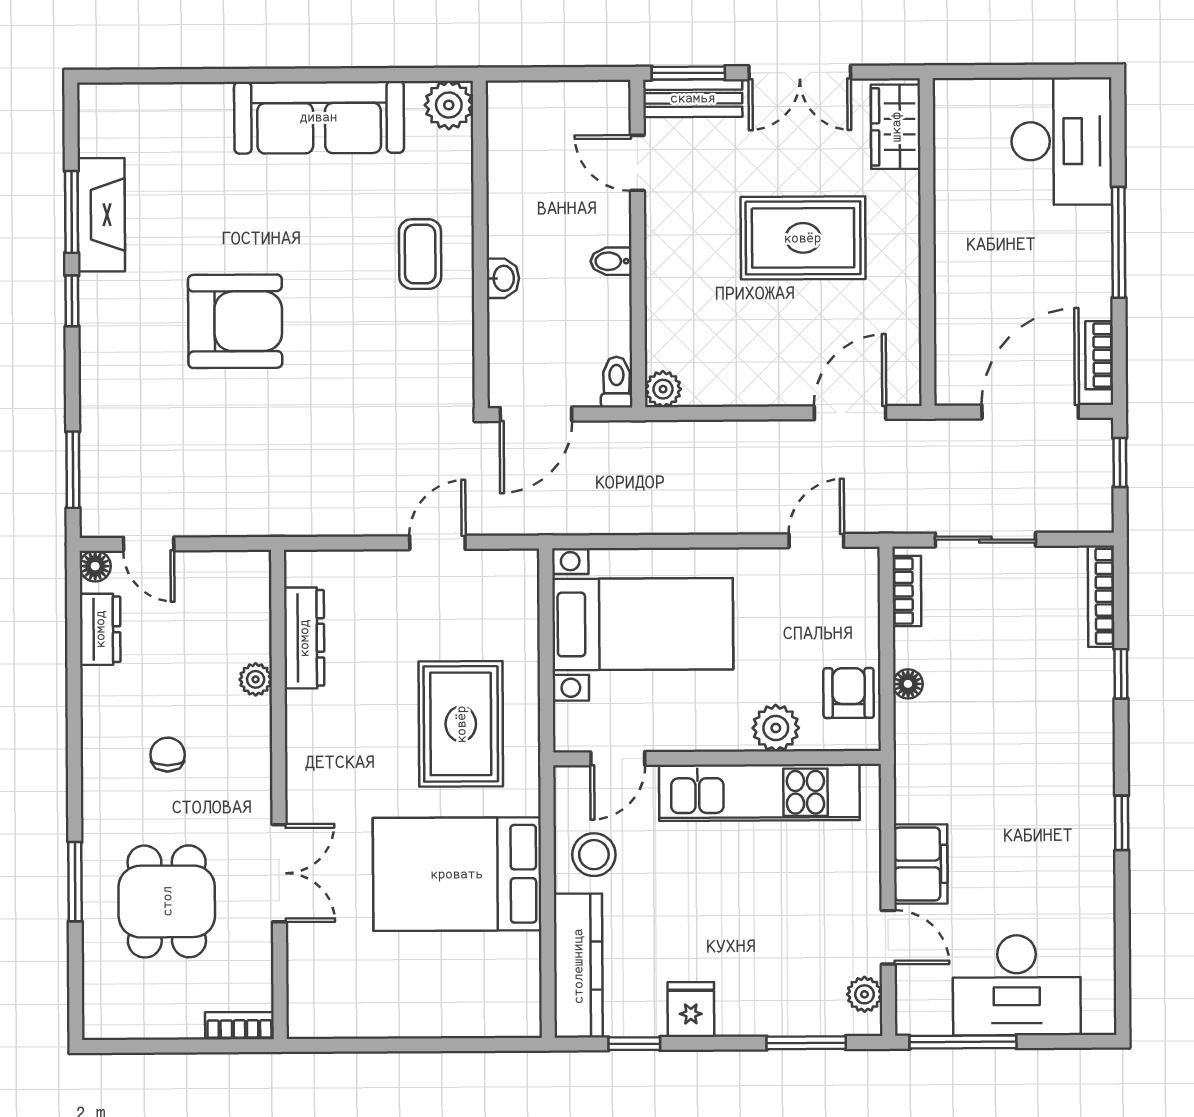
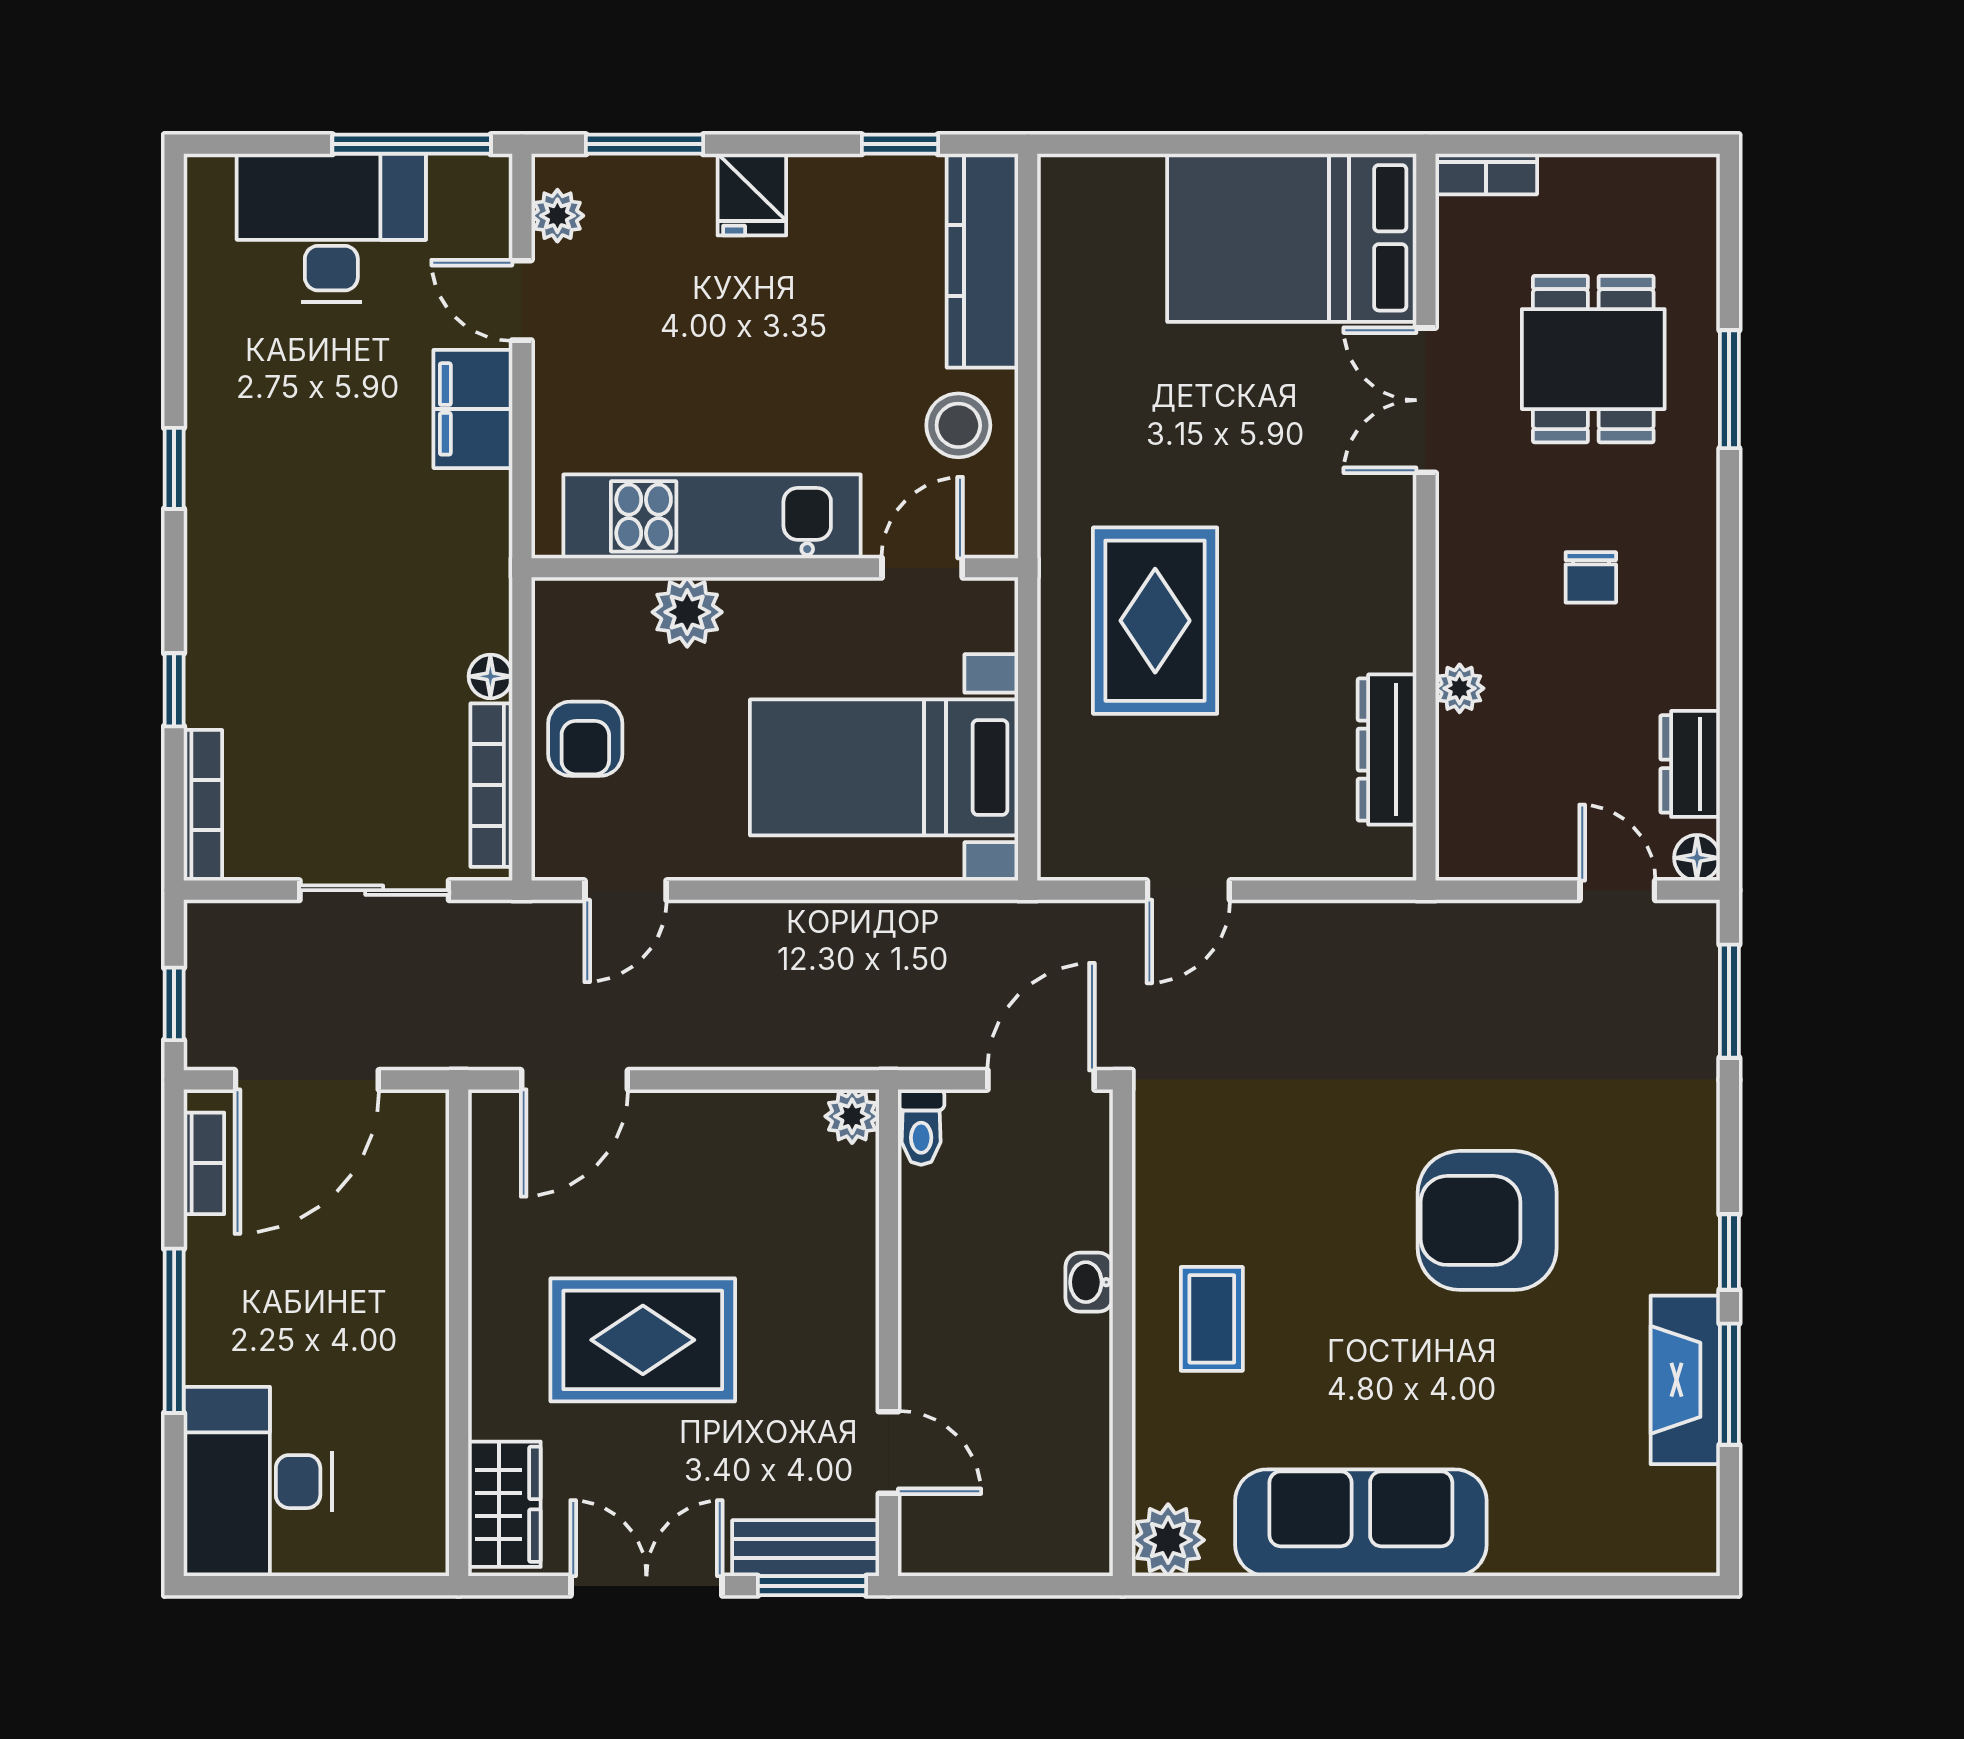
bidet: (611, 261) -> (928, 1307), removed
bookcase: (907, 591) -> (491, 785), width x1.56
armchair: (849, 693) -> (585, 739), moved
bed: (457, 874) -> (1292, 238), moved, turned 180
fridge: (691, 1009) -> (752, 195), moved

